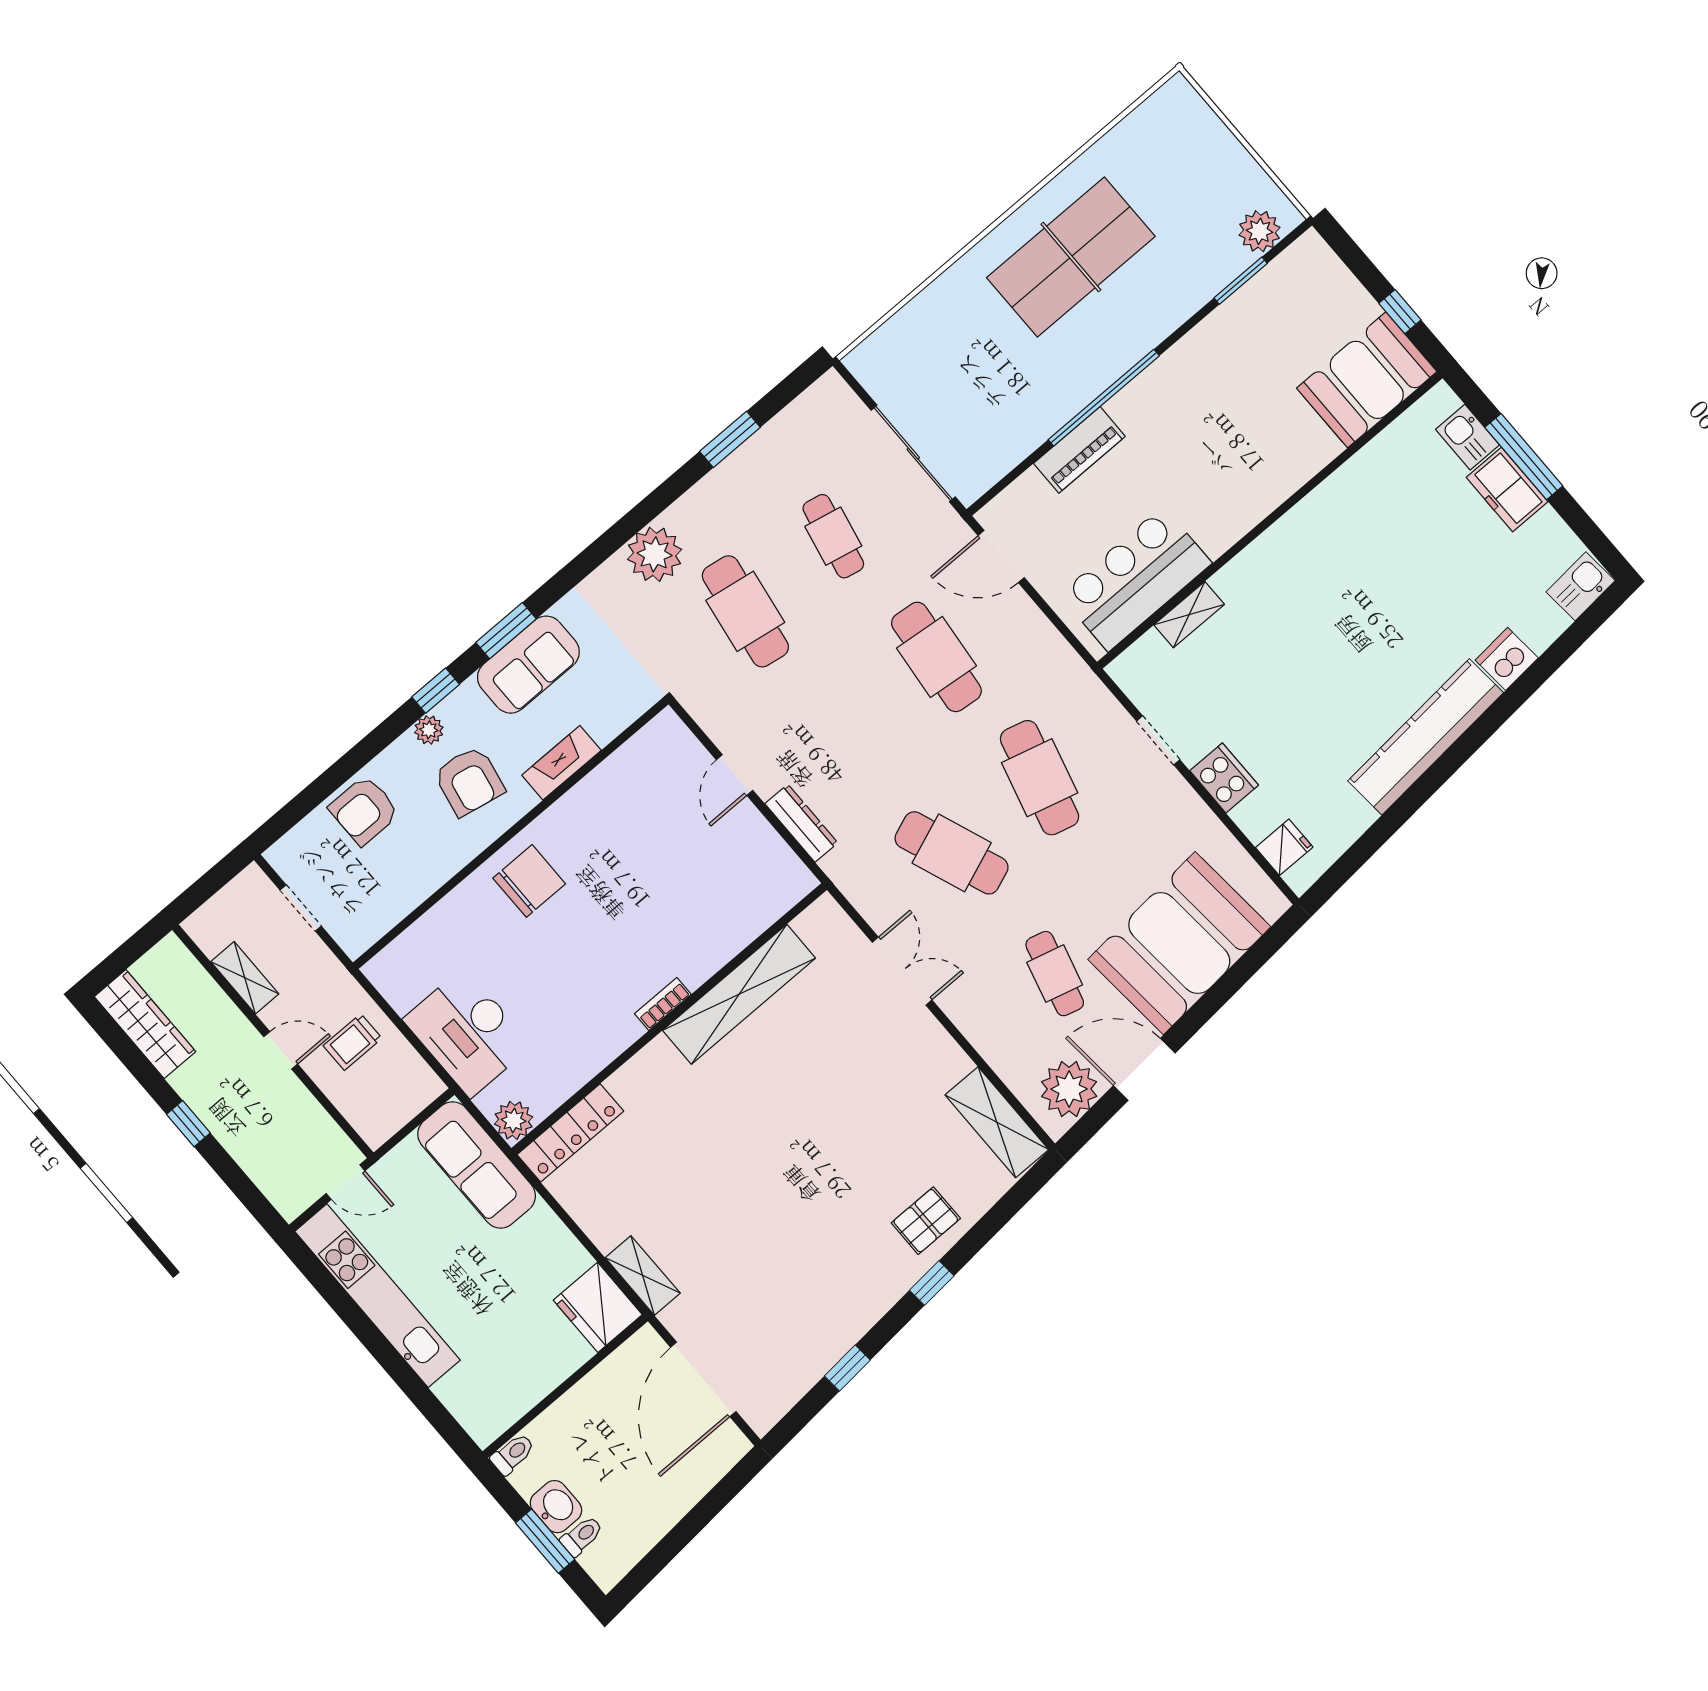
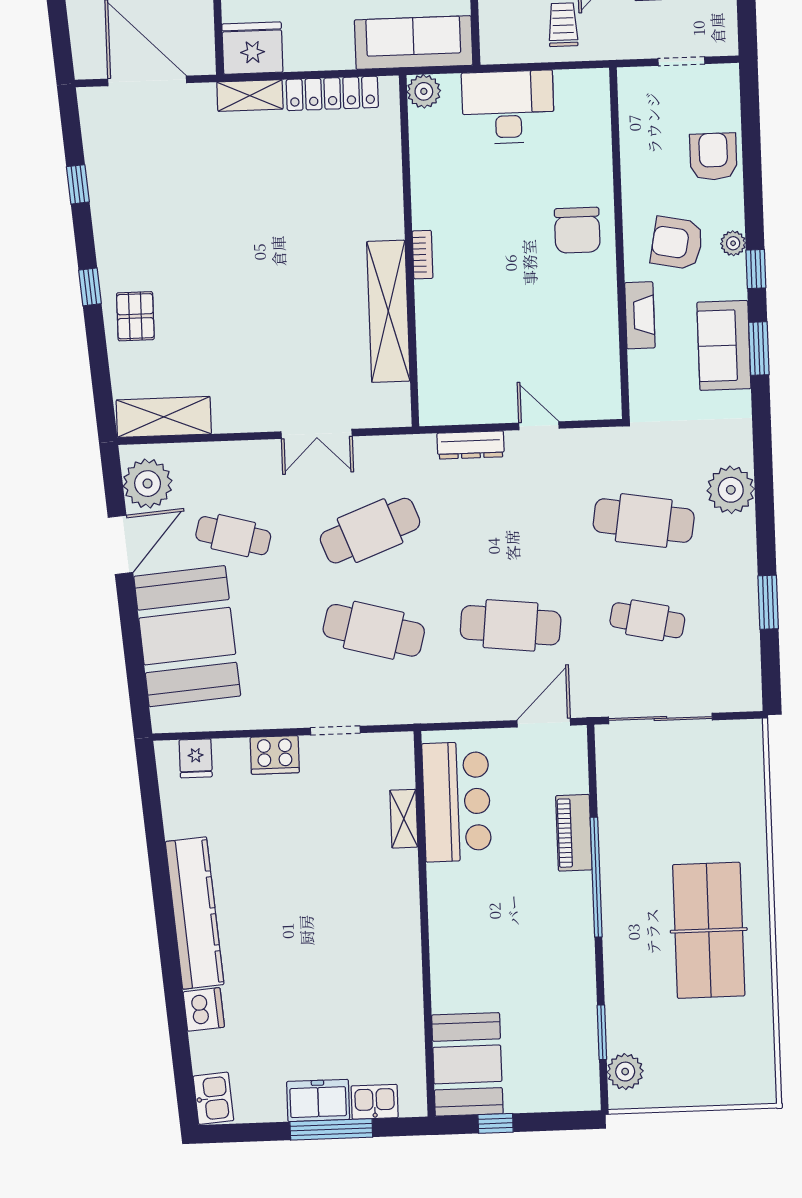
locker: (570, 1133) -> (332, 93), moved, turned -90

